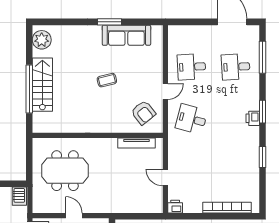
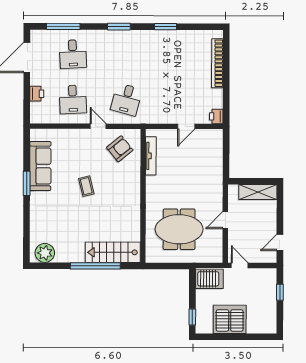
stairs: (42, 85) -> (113, 252), moved
printer: (253, 118) -> (37, 94), moved, turned -90
meeting table: (65, 171) -> (179, 229), turned 90
server rack: (19, 196) -> (209, 279), width x1.36, depth x1.44

